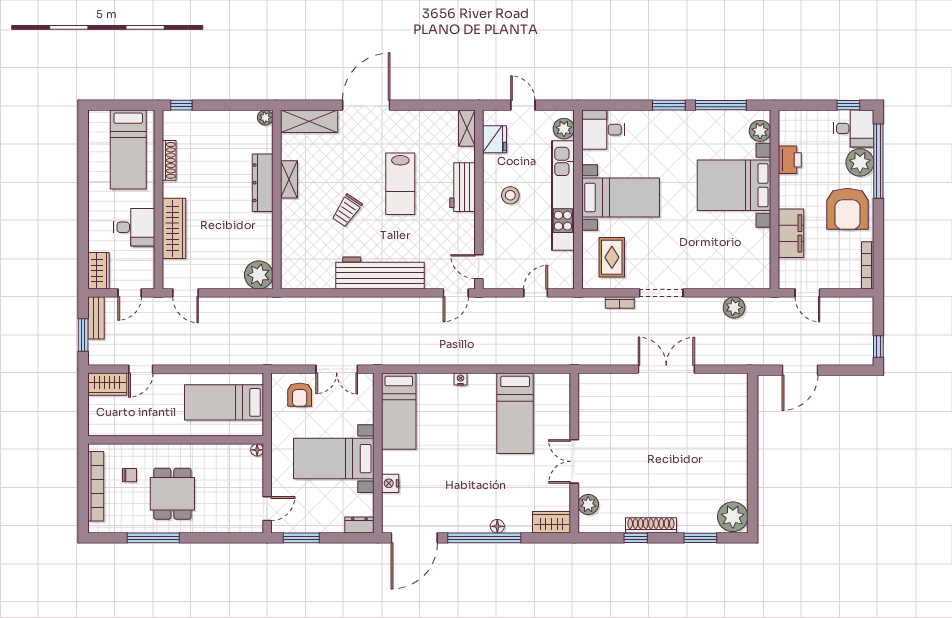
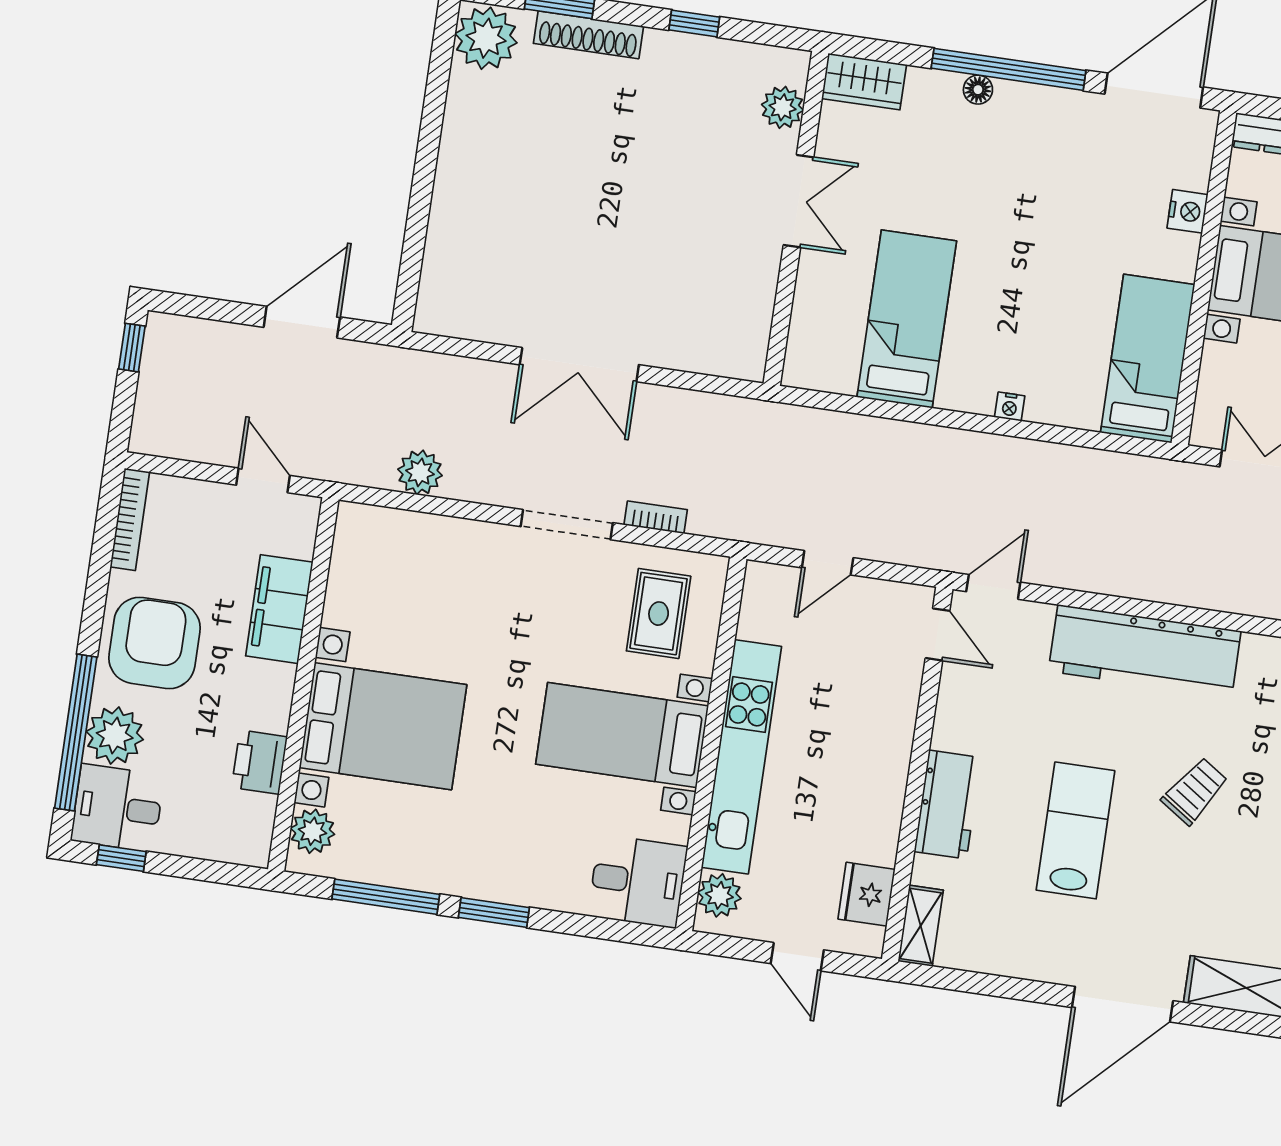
stool: (510, 195) -> (851, 773), removed
shoe rack: (651, 525) -> (588, 35), moved

